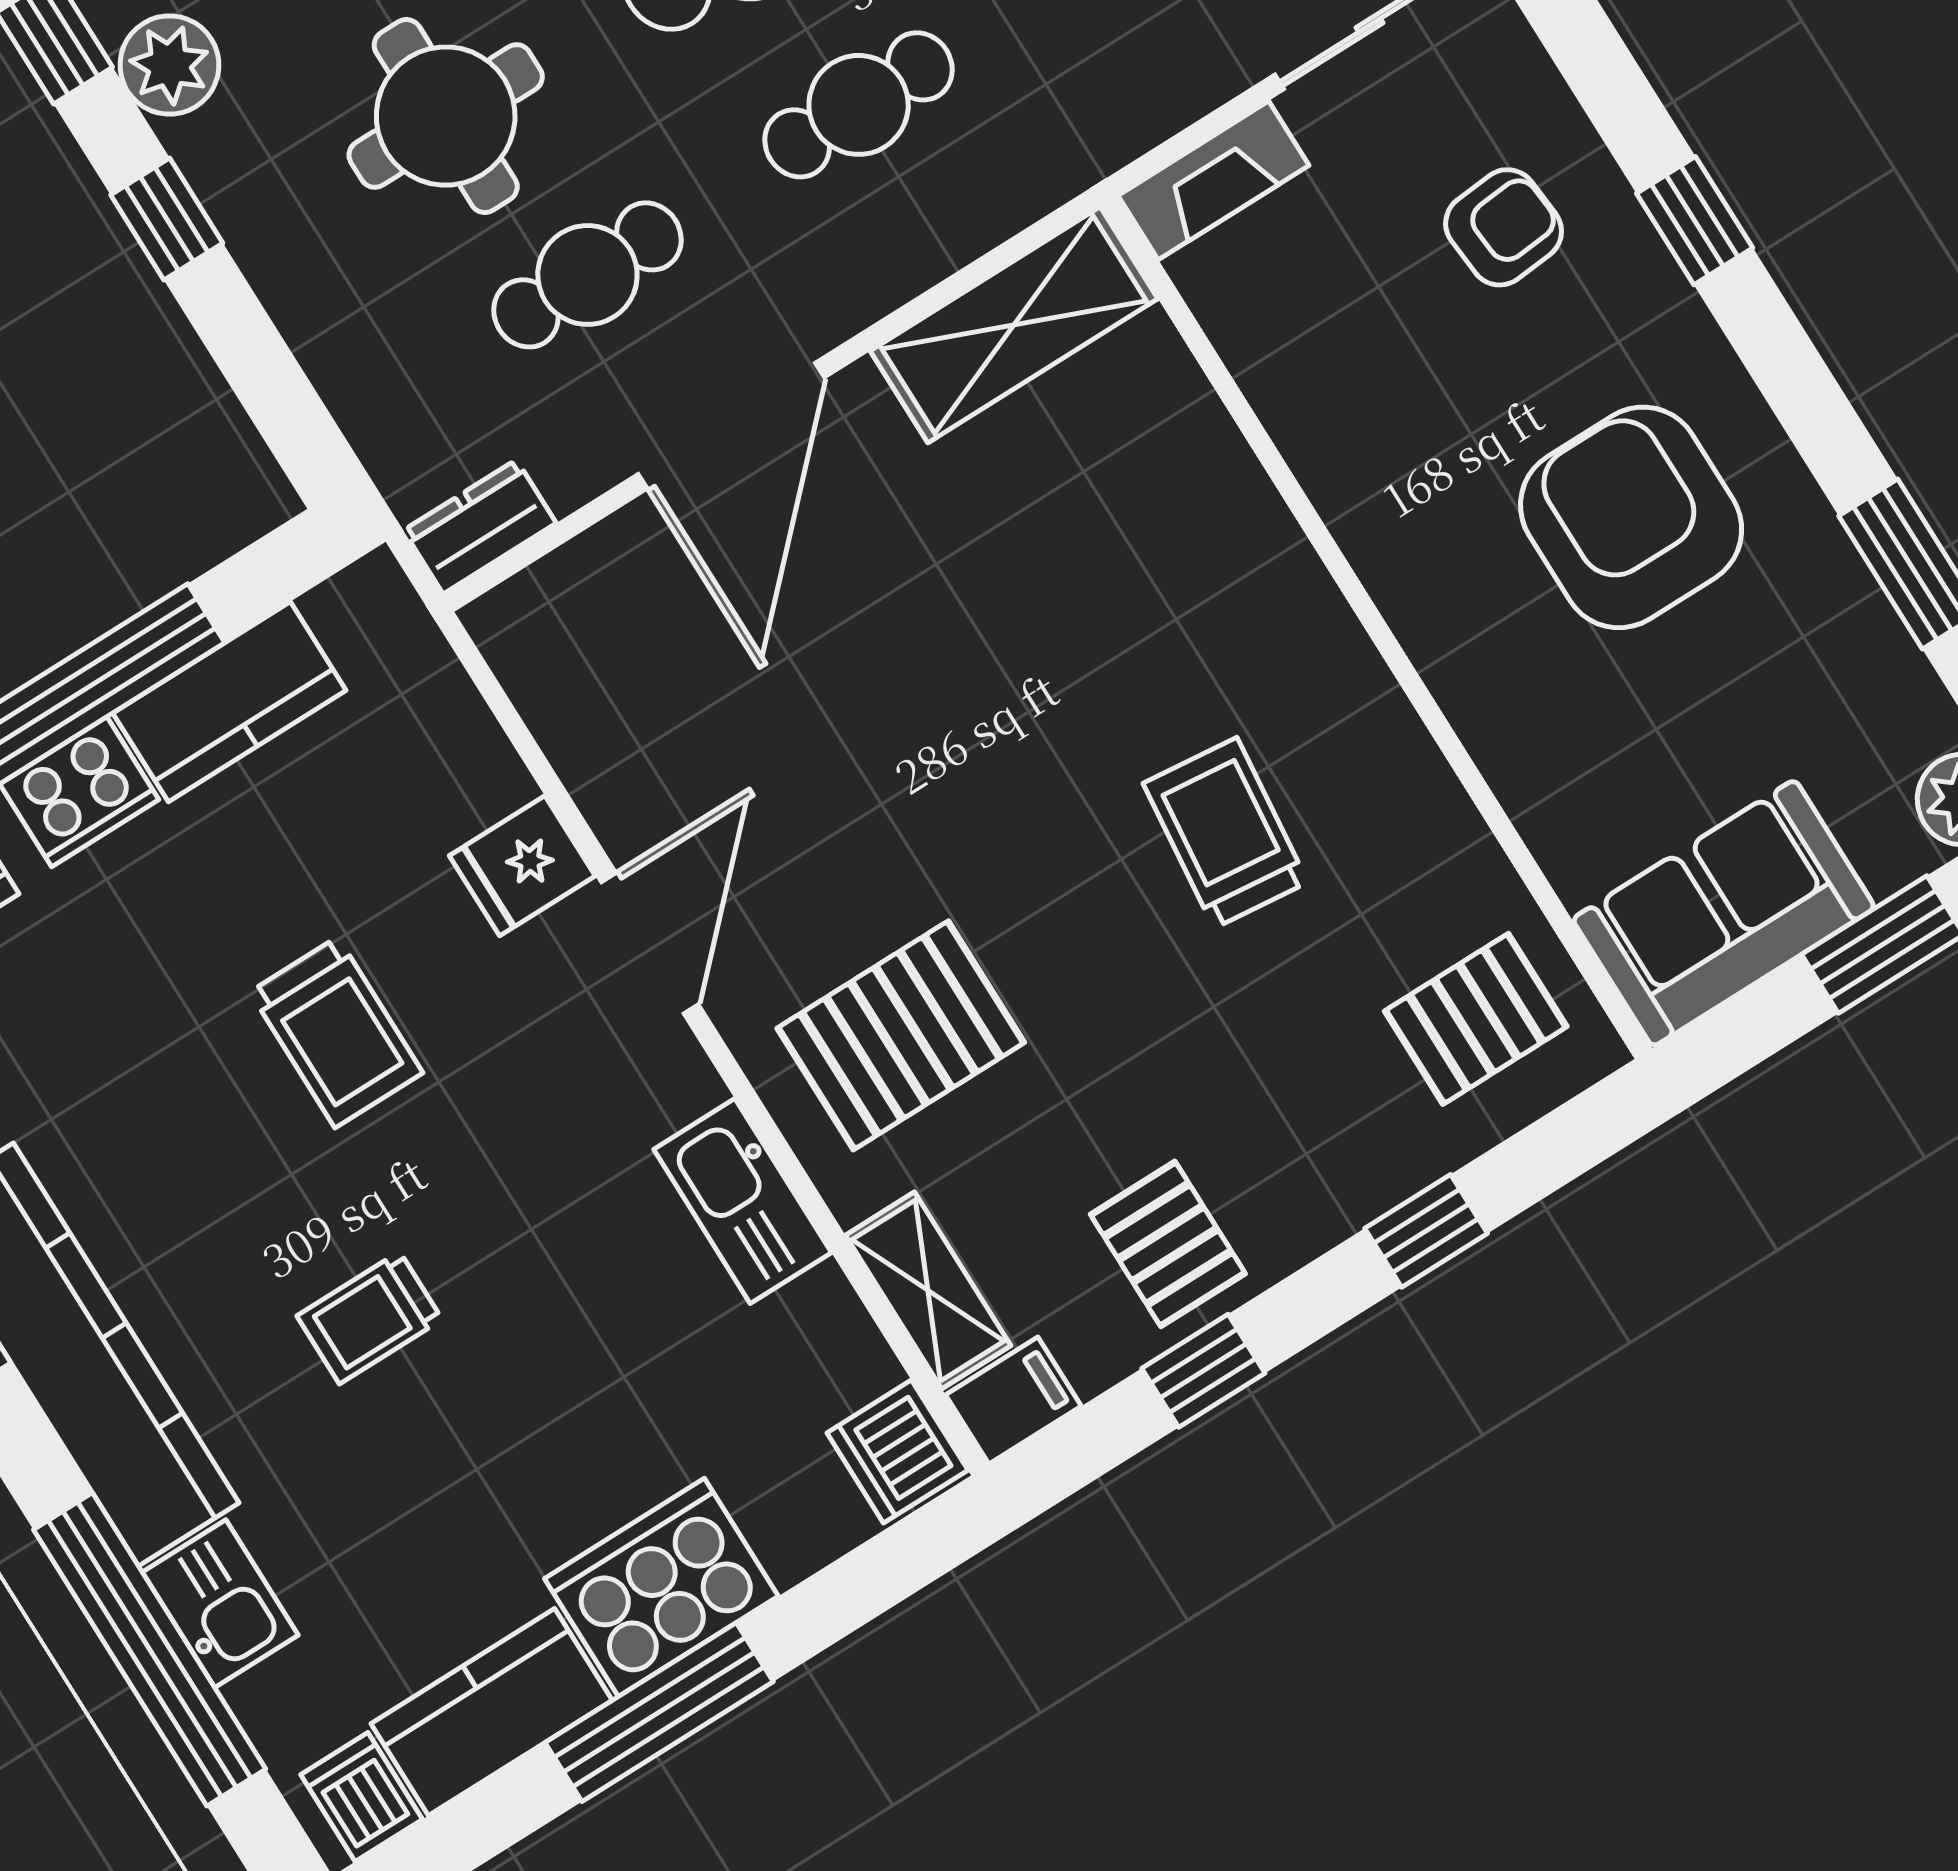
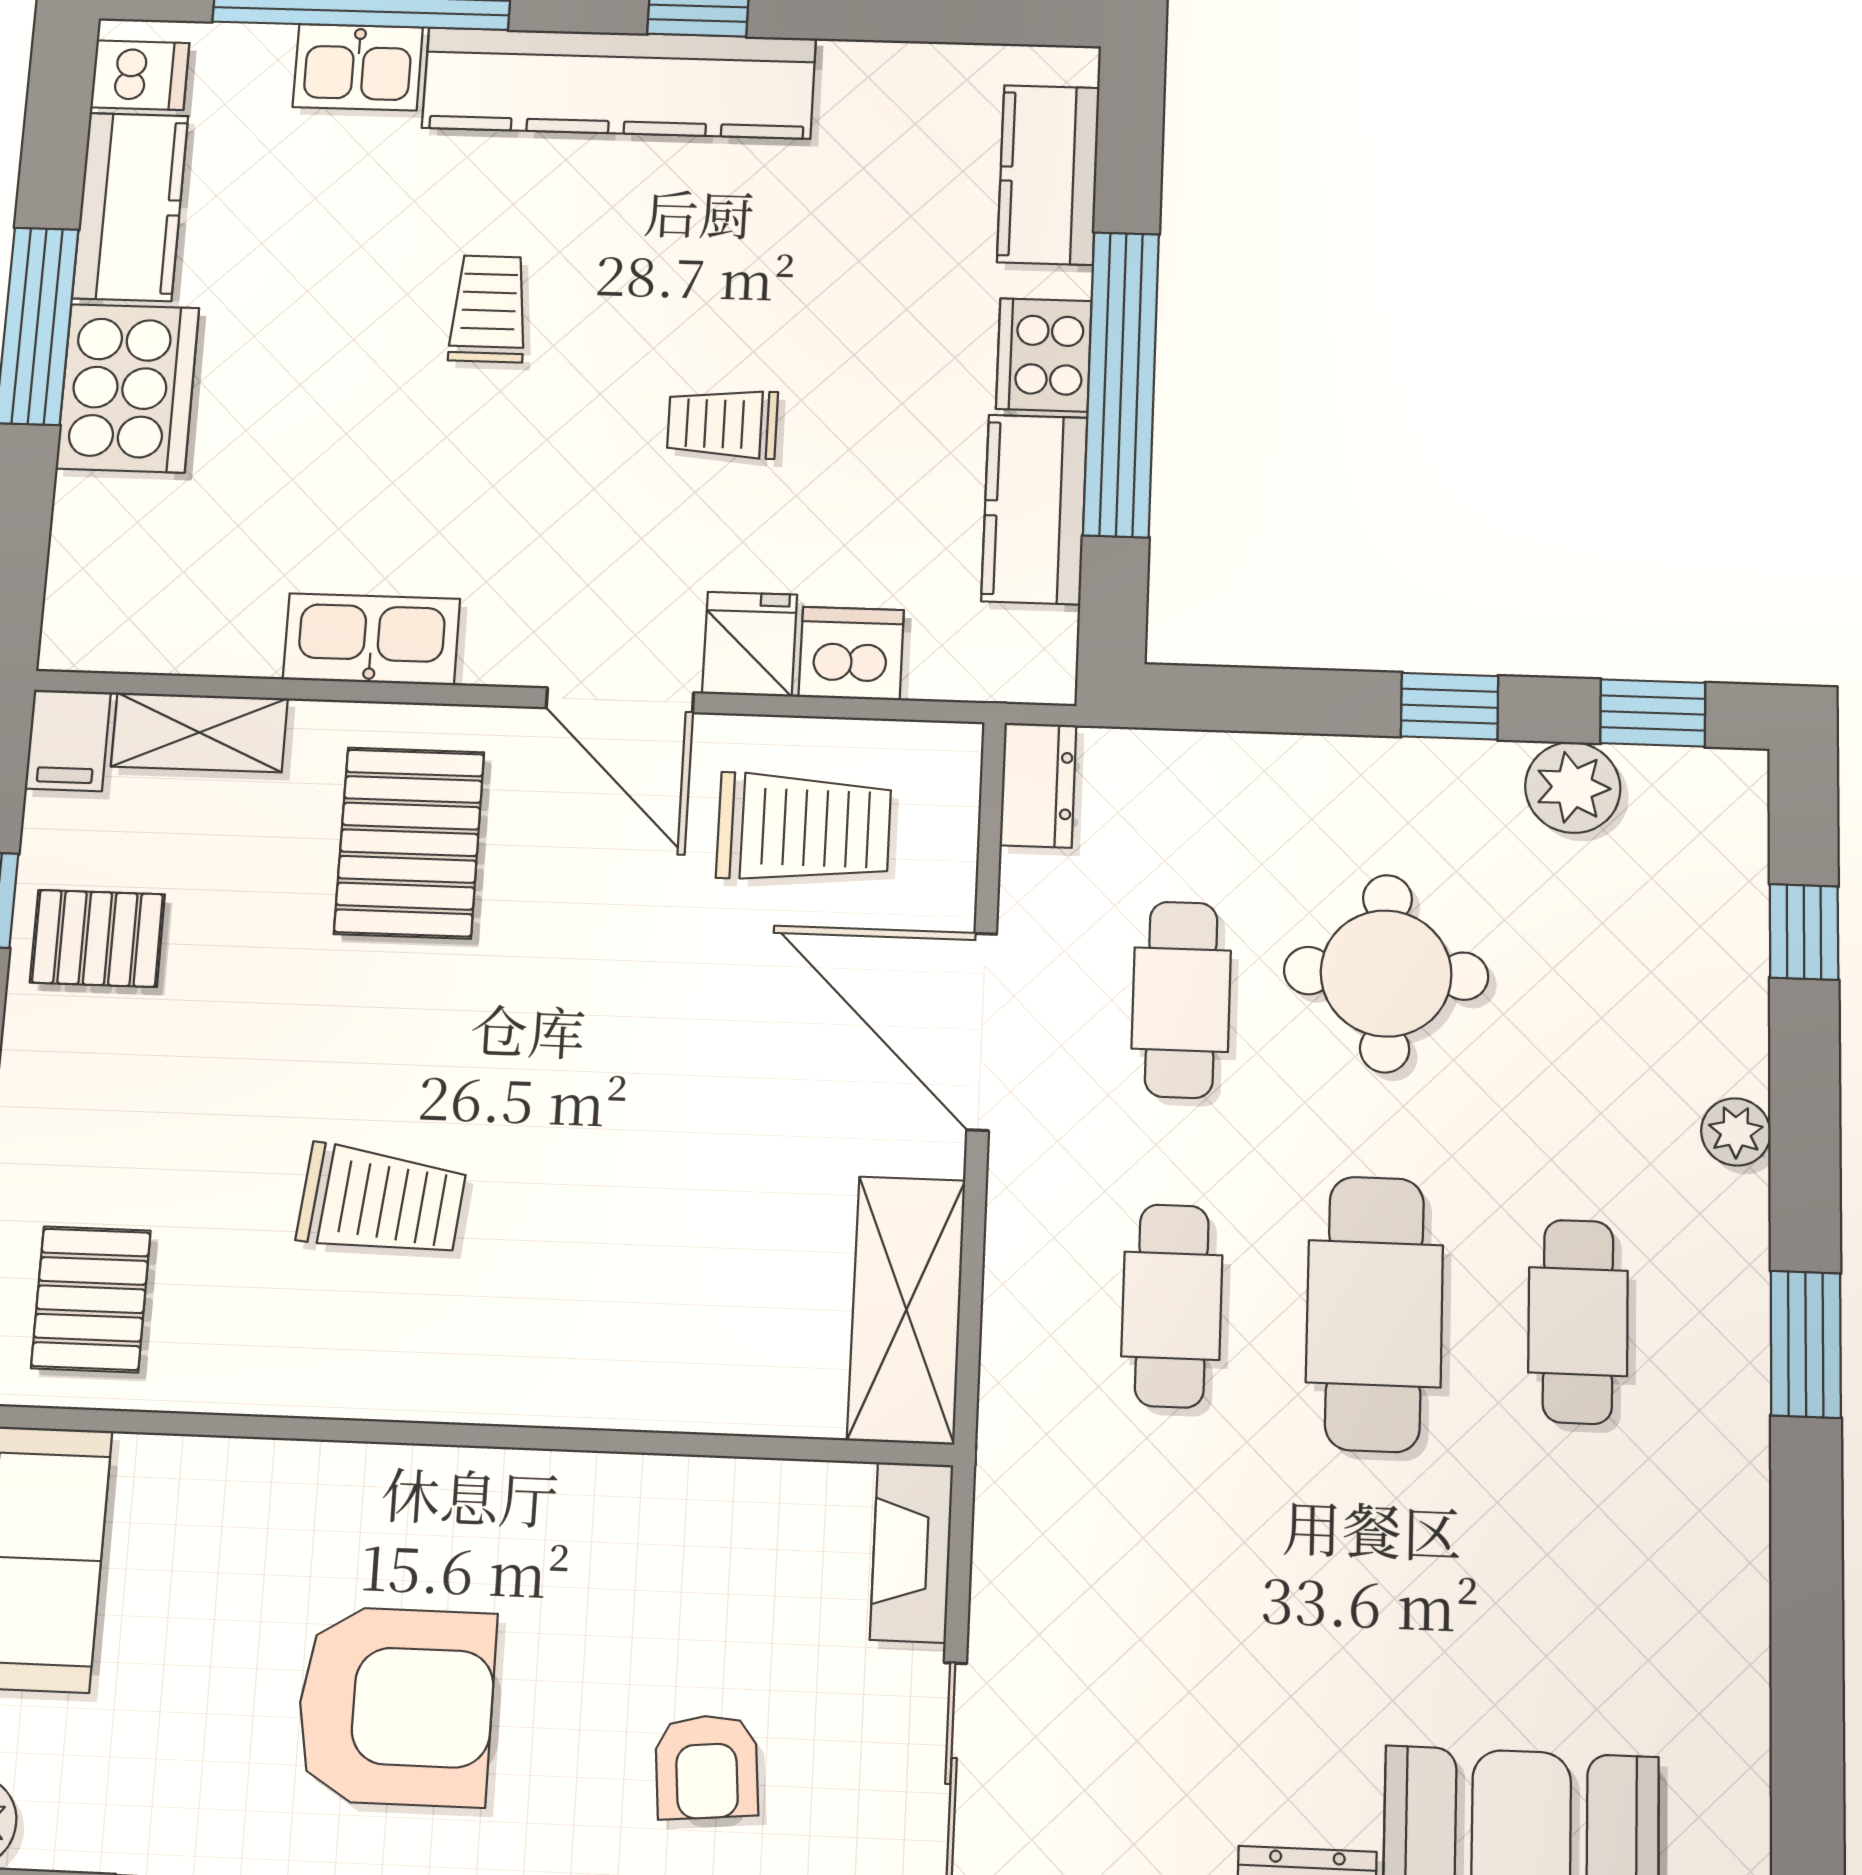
trolley: (655, 703) -> (804, 828), added
trolley: (336, 1032) -> (722, 424), width x0.73, depth x0.72
dishwasher: (897, 1452) -> (851, 653), moved

